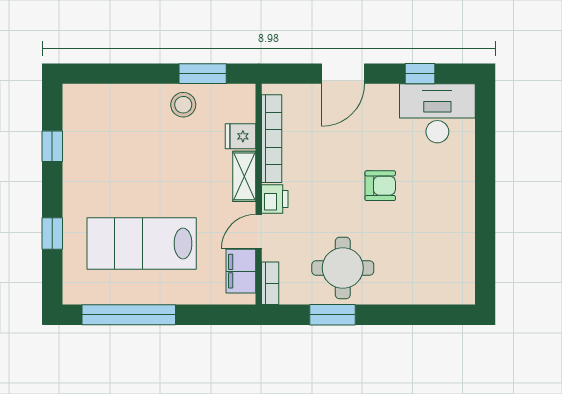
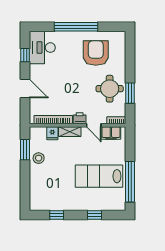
armchair: (380, 186) -> (96, 53), moved, width x1.88, depth x1.88
window: (485, 191) -> (76, 27), added
lab bench: (142, 243) -> (99, 176), turned 90

